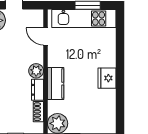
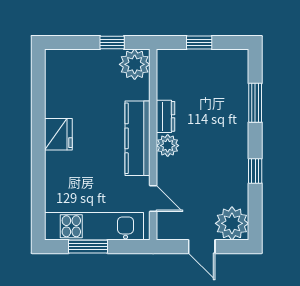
kitchen counter: (56, 84) -> (137, 138), width x1.50
shoe rack: (38, 112) -> (164, 83), removed

